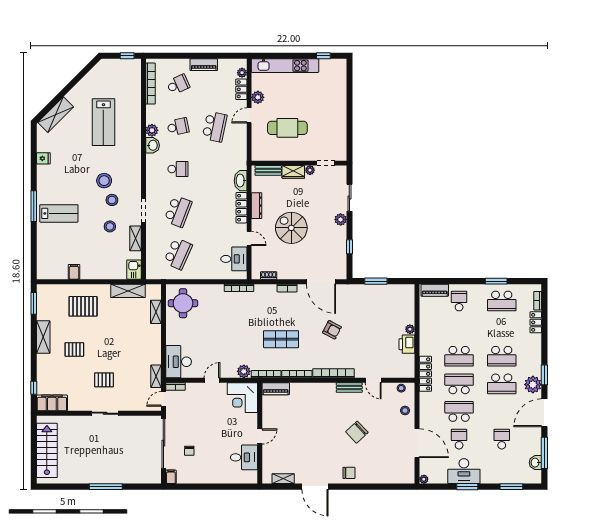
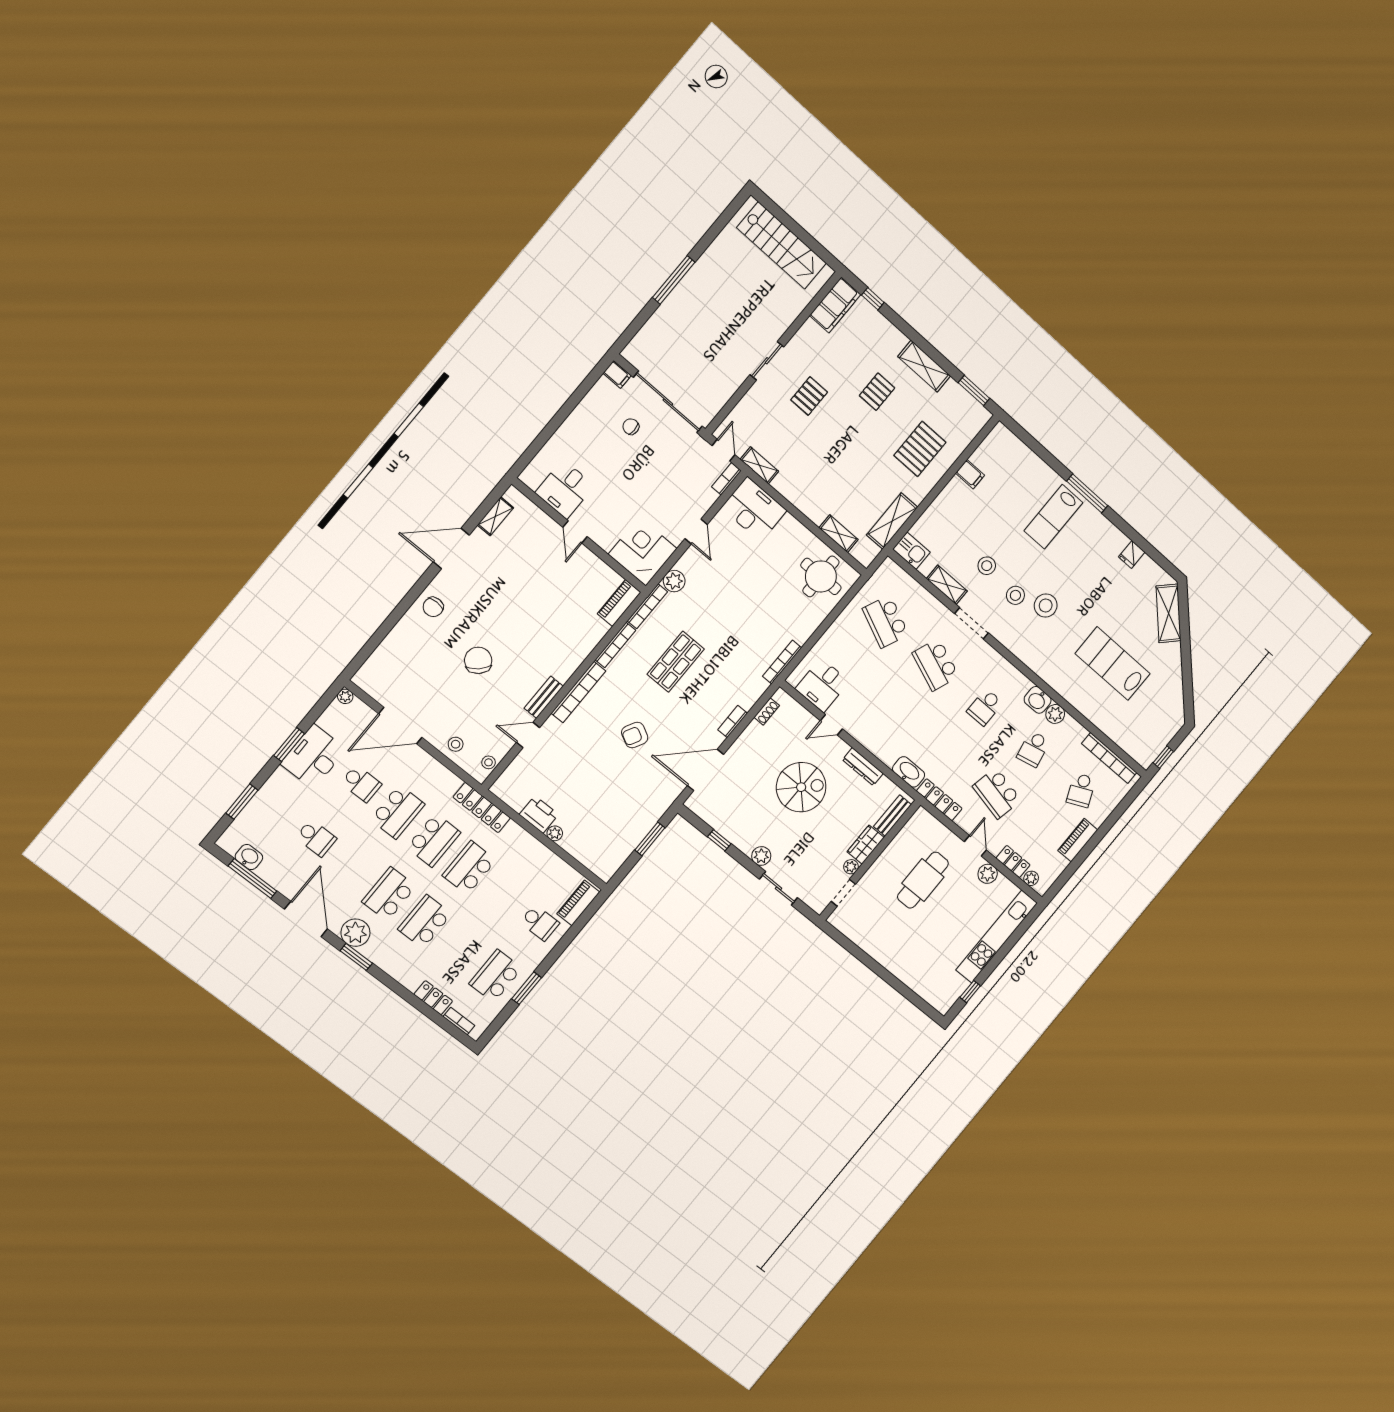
locker: (241, 208) -> (939, 800), moved

